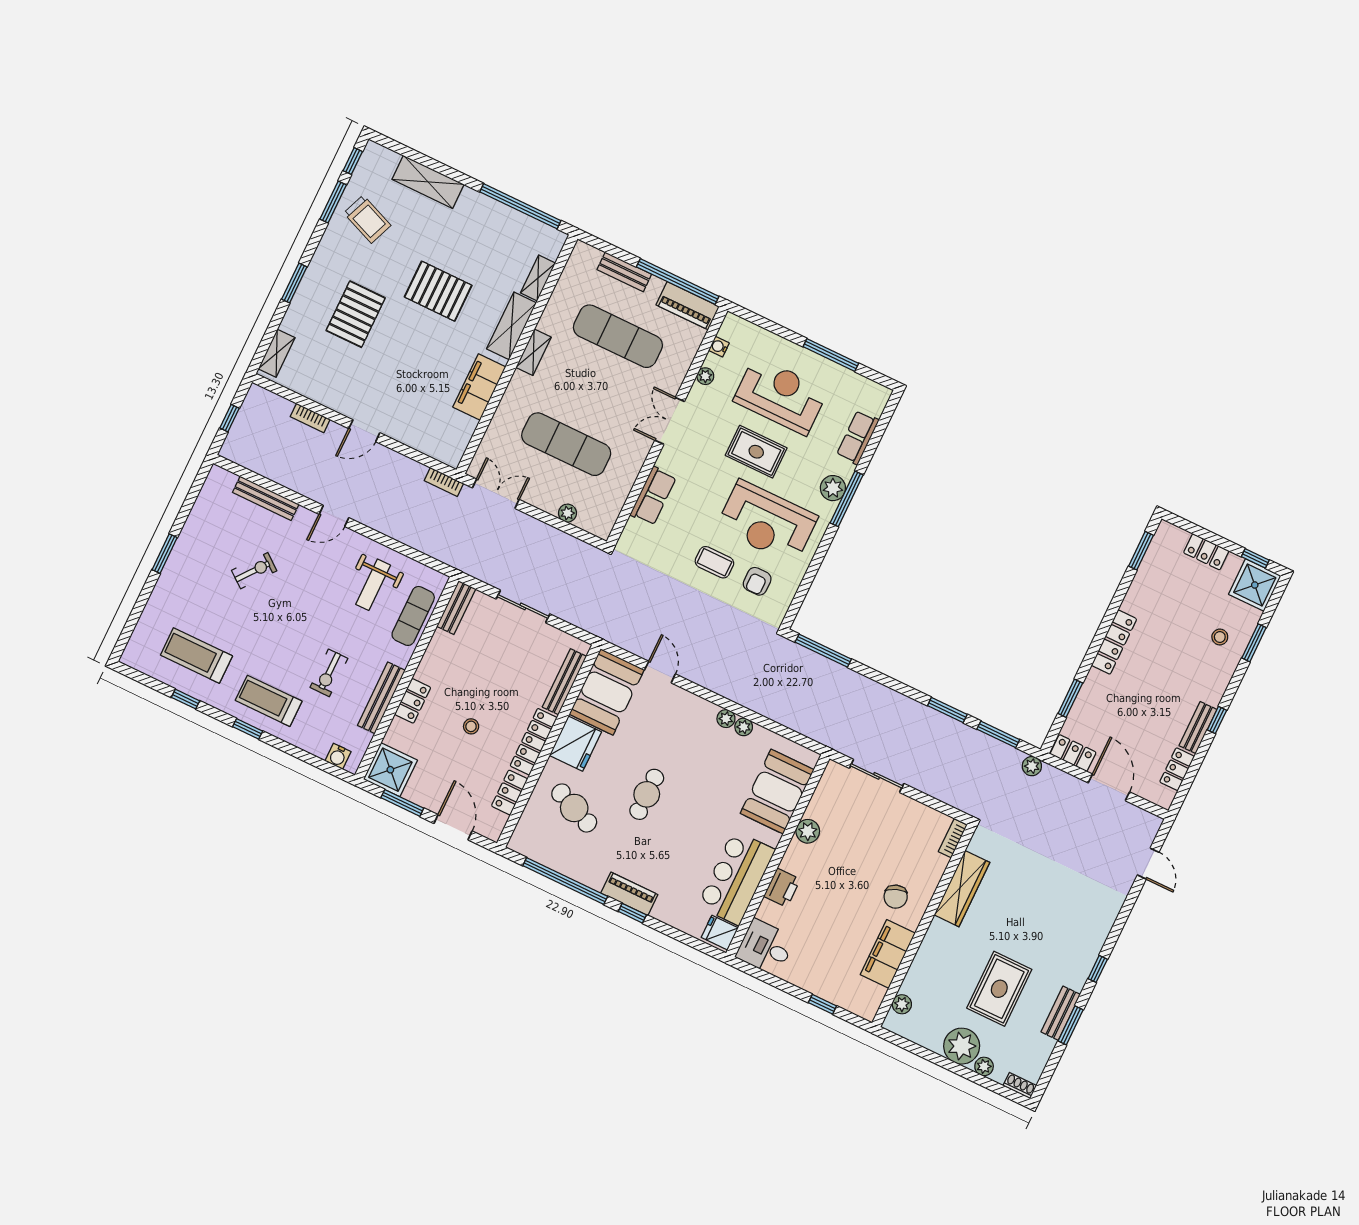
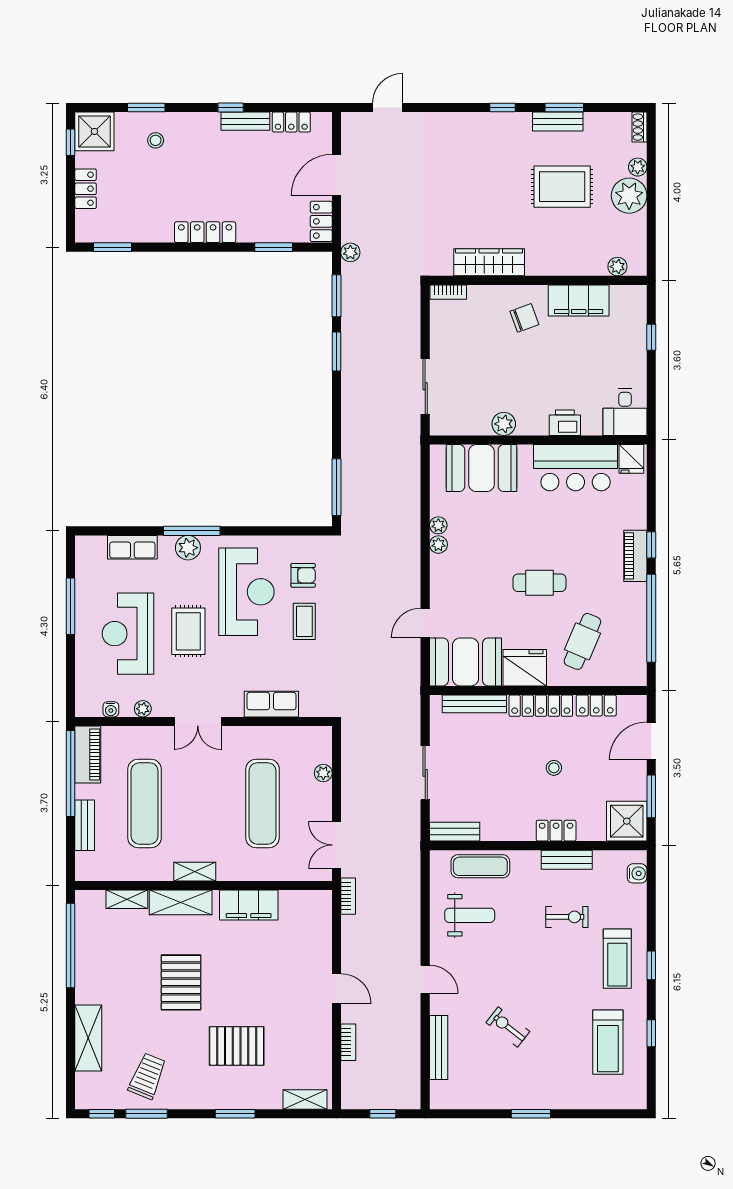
bench: (381, 698) -> (567, 860), width x0.73

